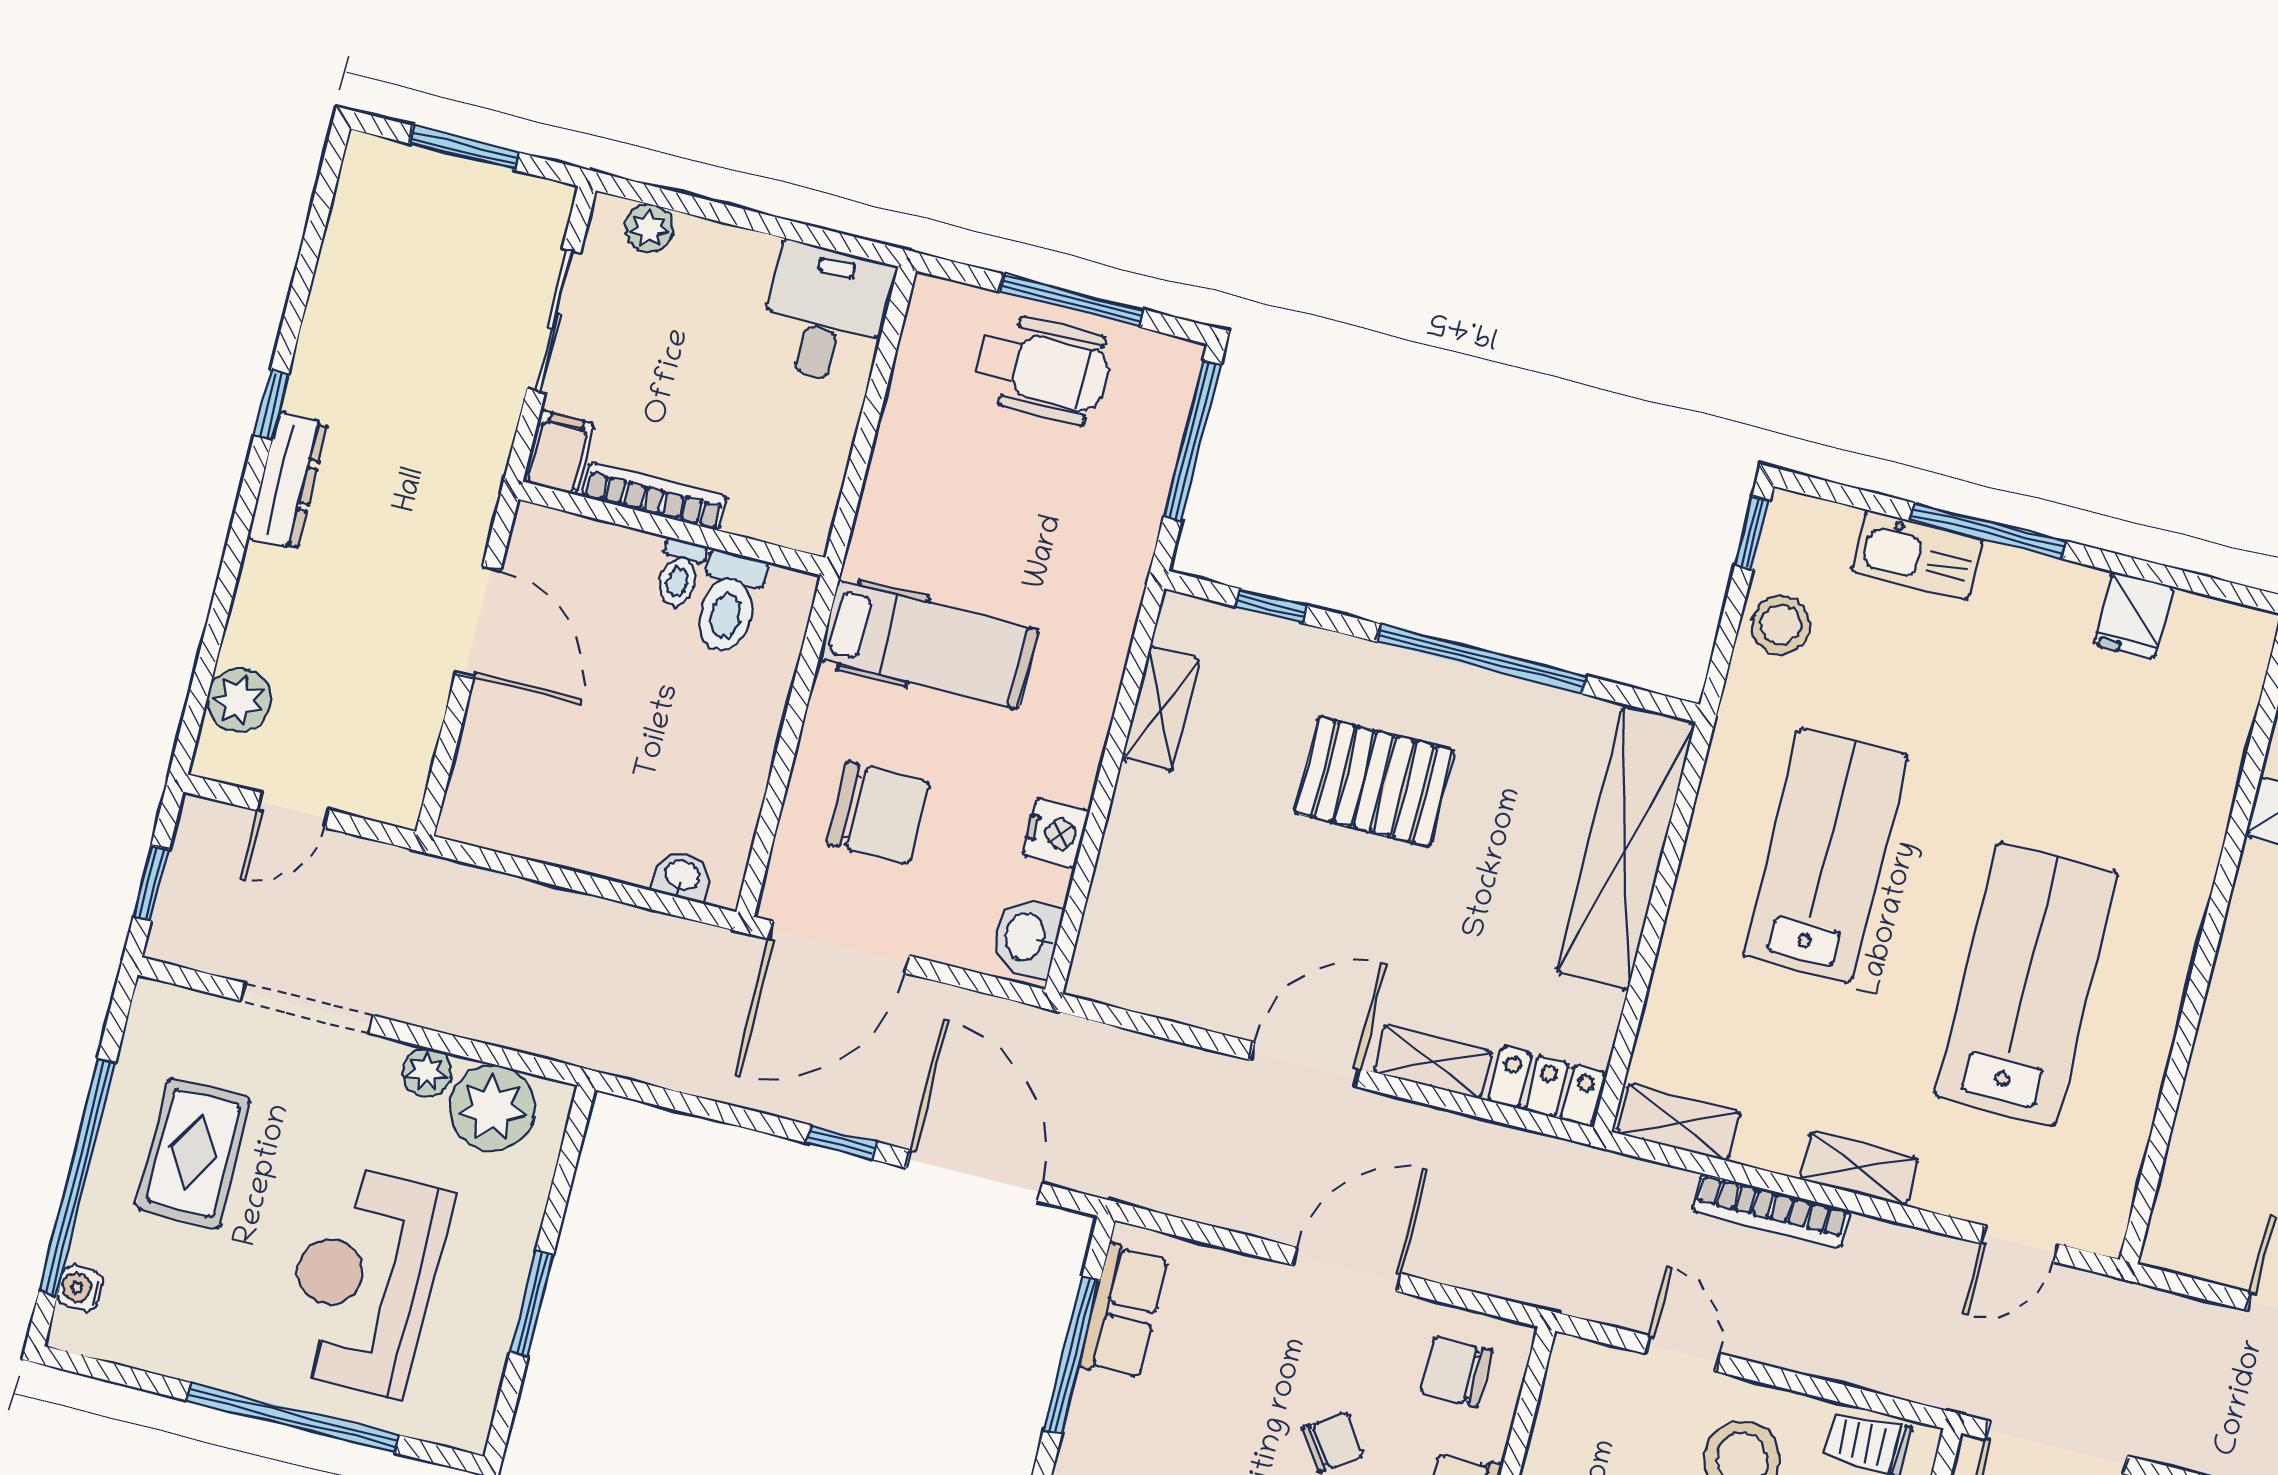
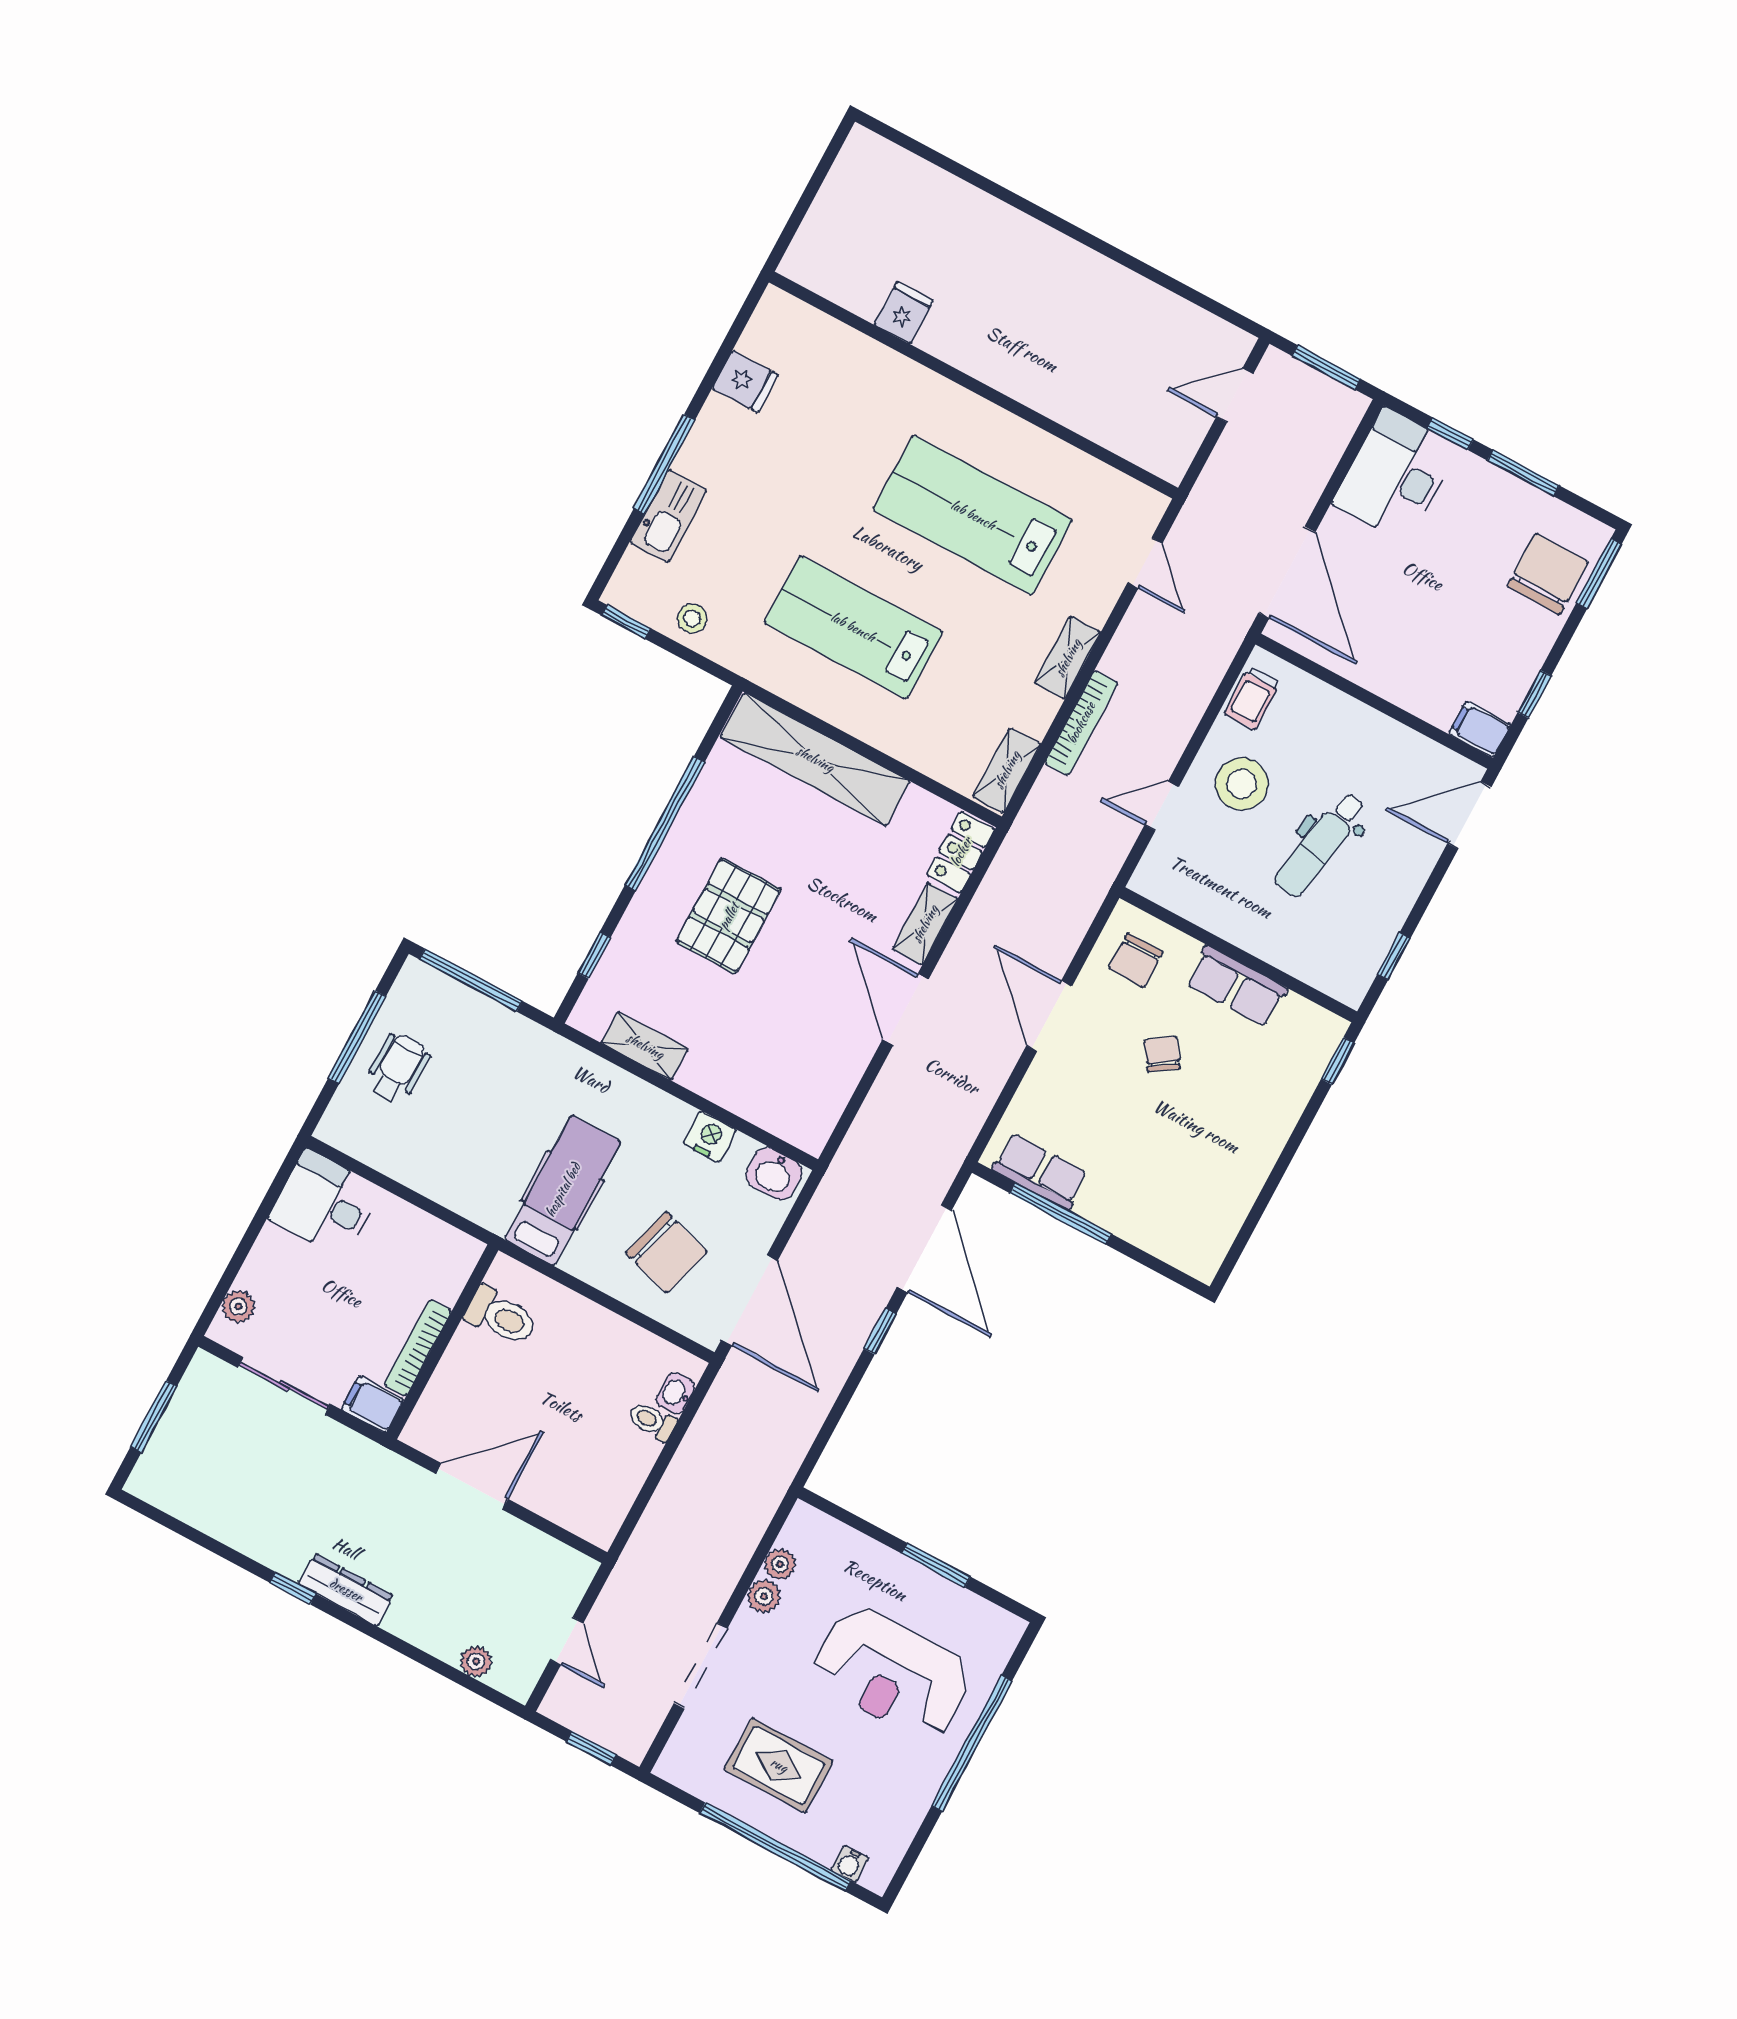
wheelchair: (1042, 369) -> (398, 1068), width x0.73, depth x0.73
toilet: (680, 573) -> (652, 1421), moved, turned 180
stool: (1781, 625) -> (692, 618), width x0.73, depth x0.73
plant: (239, 700) -> (476, 1661), width x0.73, depth x0.73
chair: (877, 813) -> (666, 1252), turned 106
plant: (492, 1108) -> (780, 1564), width x0.53, depth x0.53
door: (974, 1176) -> (924, 1249), swing flipped

